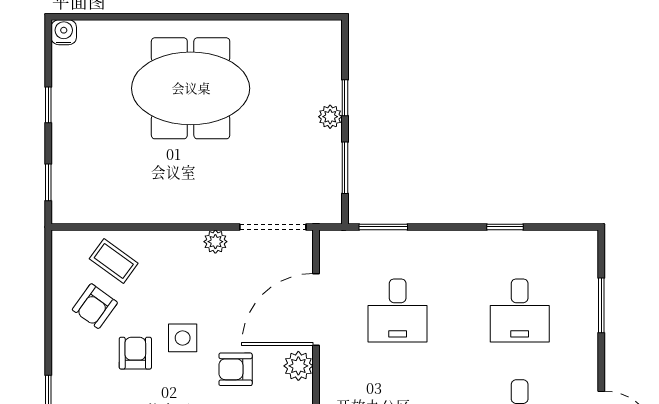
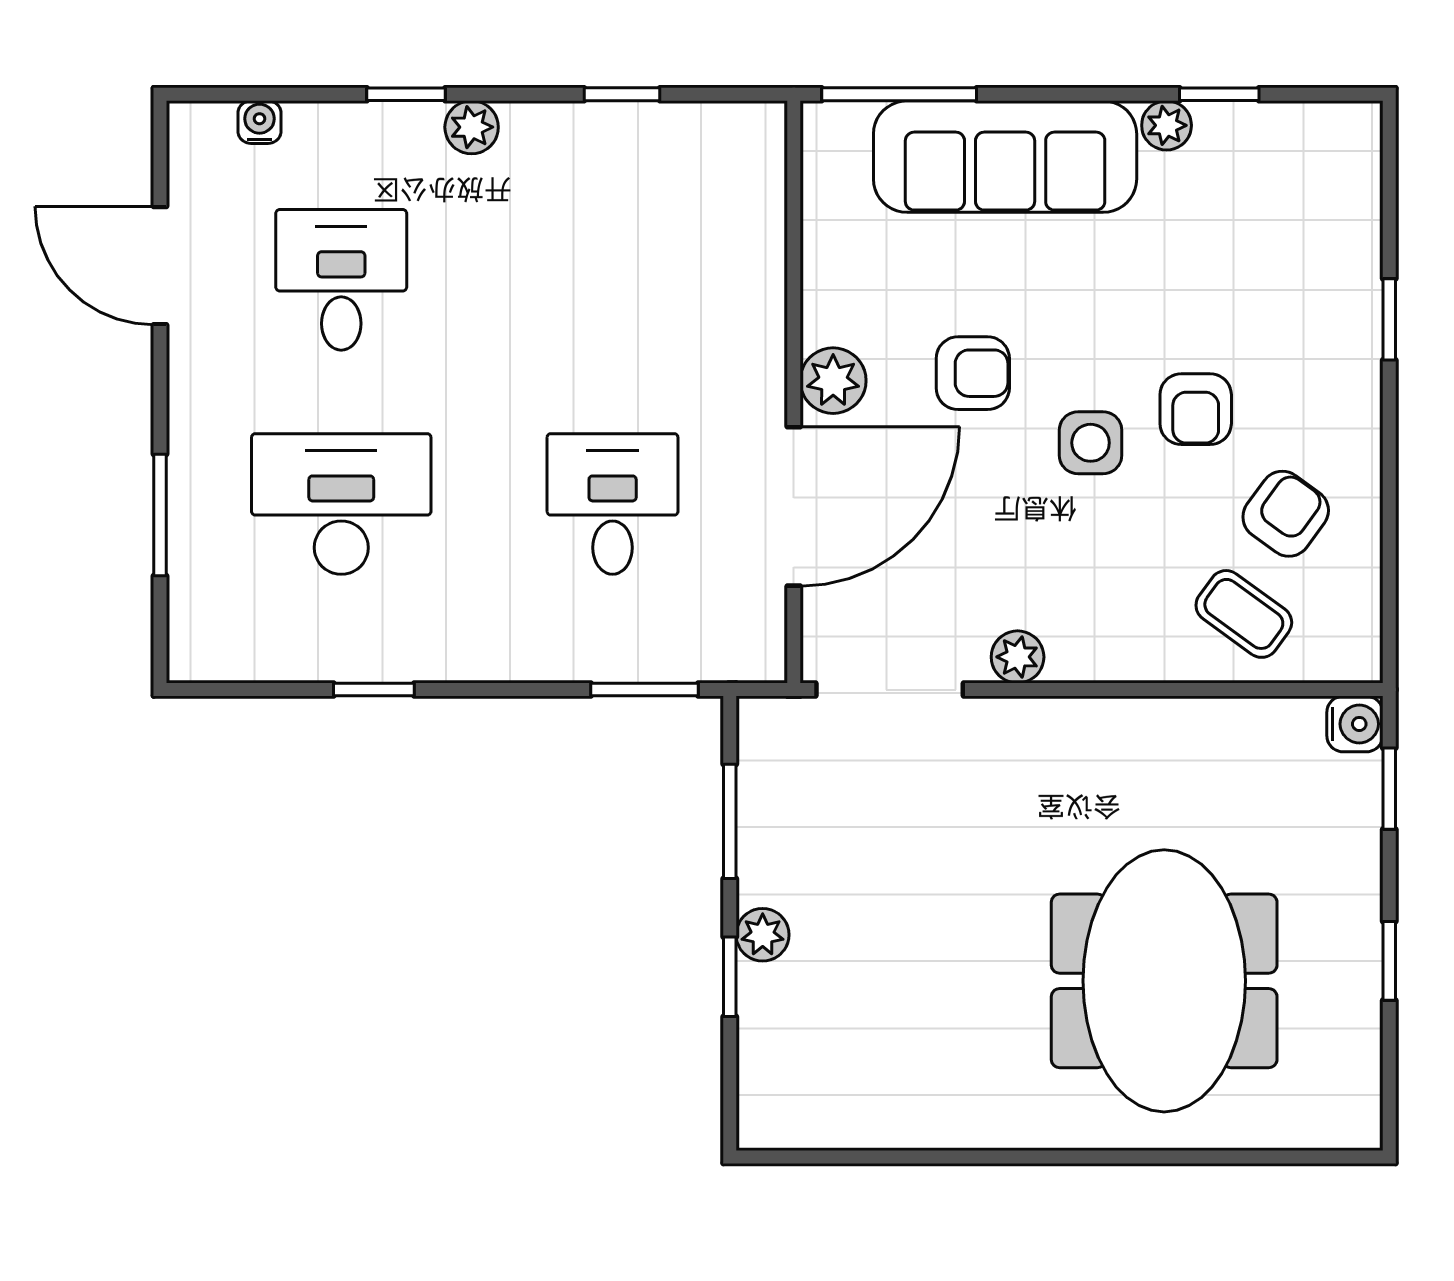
water cooler: (64, 32) -> (1355, 724), moved, turned -90
meeting table: (191, 88) -> (1164, 981), moved, turned 90
desk: (520, 310) -> (341, 504), width x1.37

